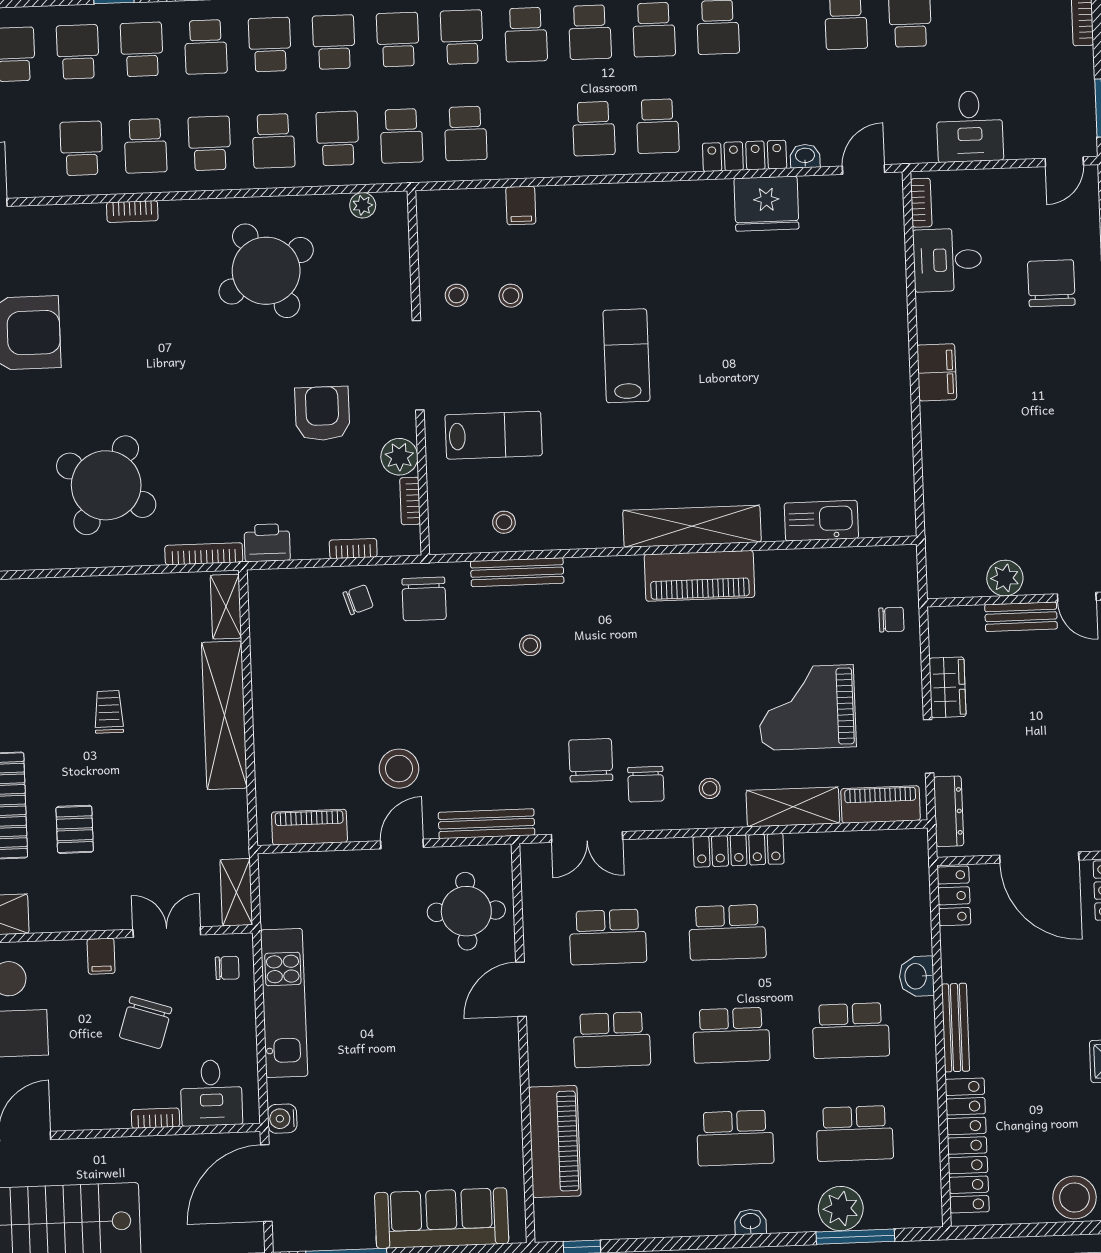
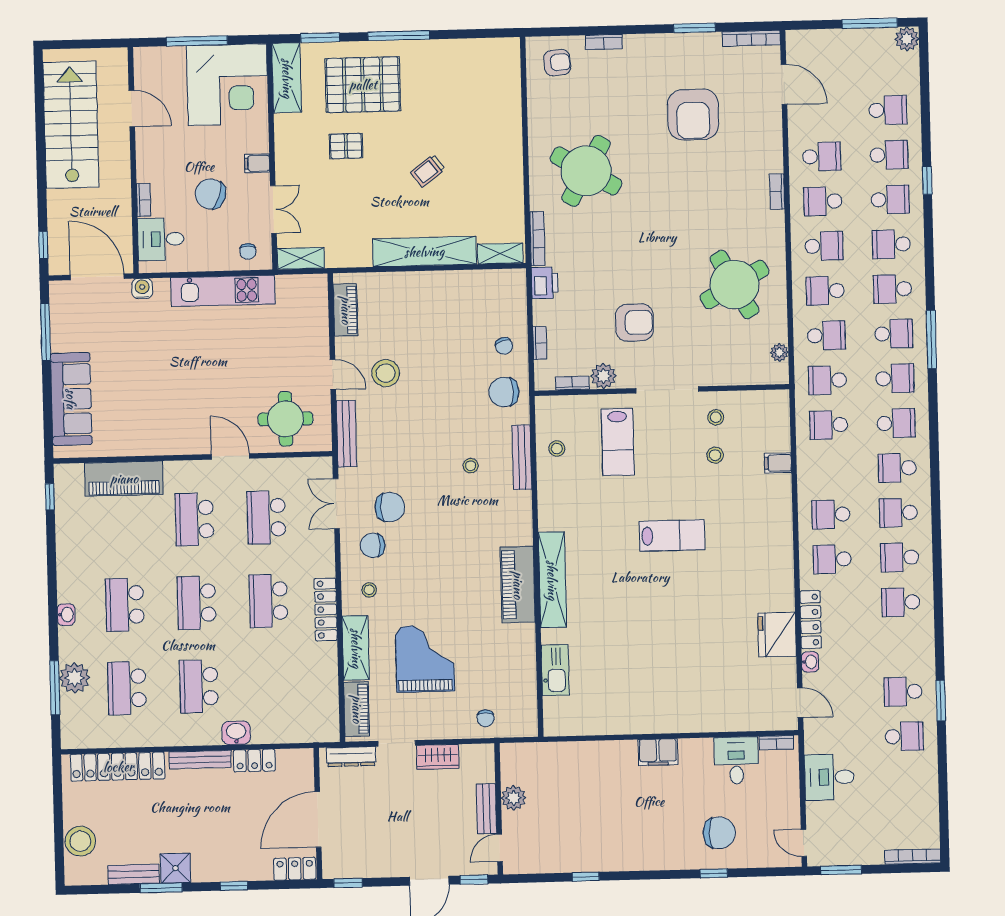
school desk: (270, 44) -> (893, 289), turned 180
trolley: (109, 712) -> (428, 171), turned 143
locker: (954, 896) -> (254, 761), moved

